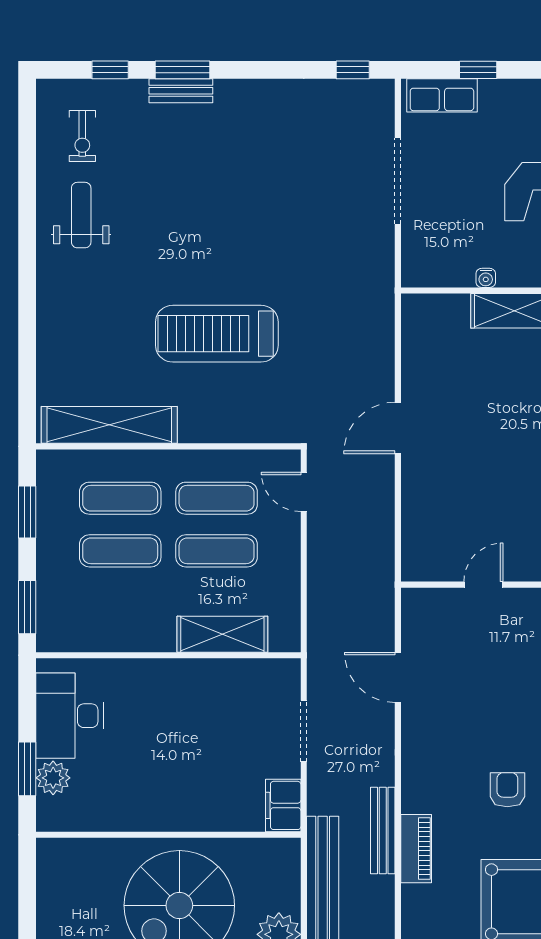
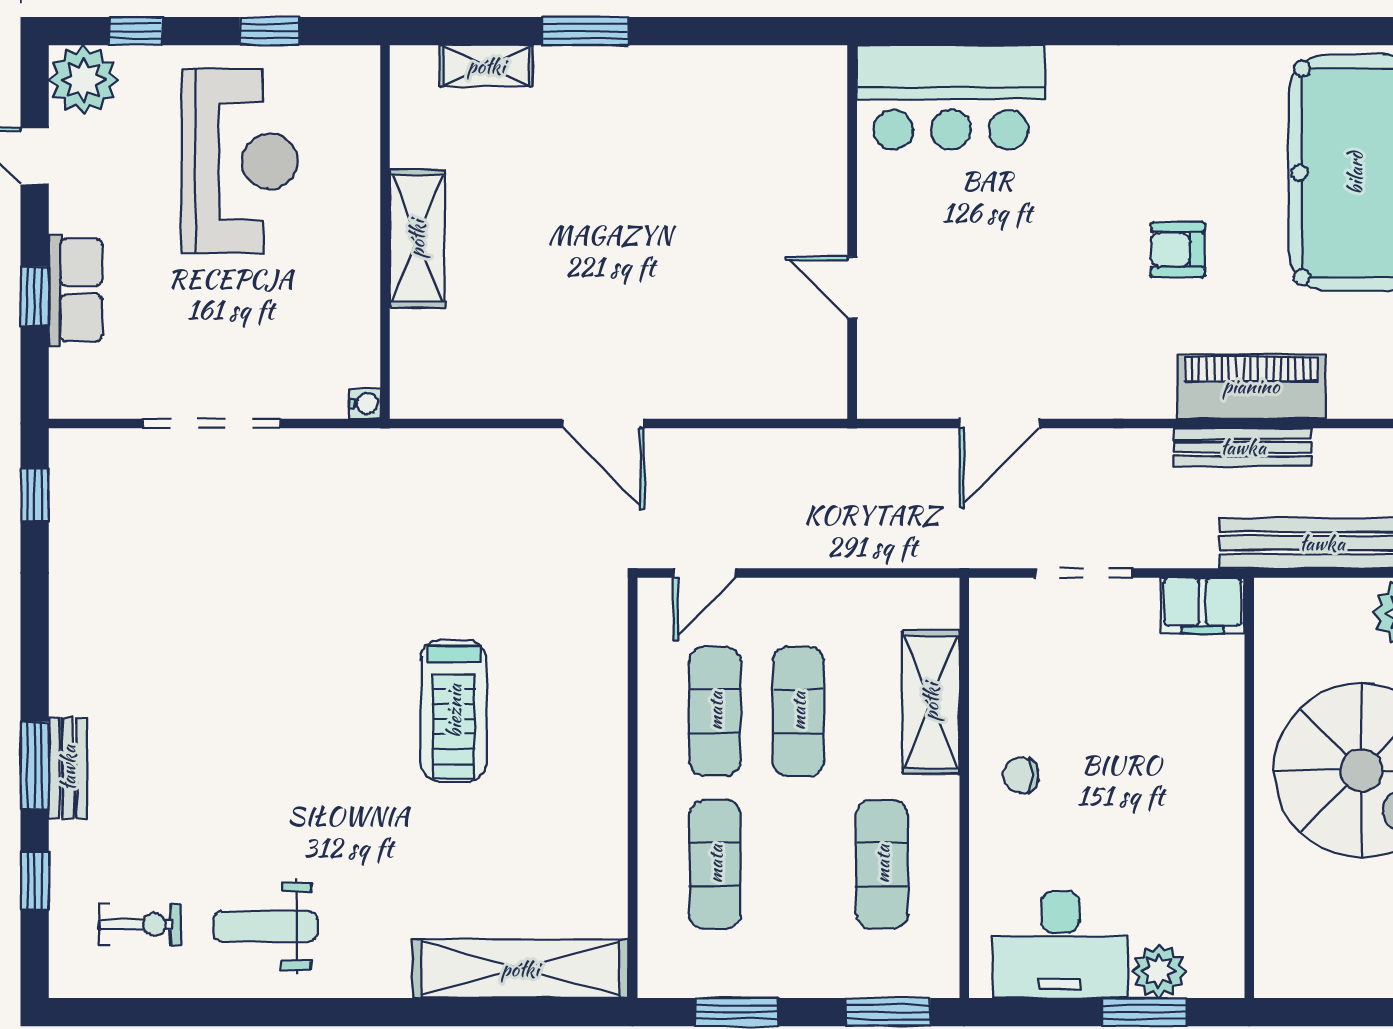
row of seats: (442, 95) -> (75, 290), moved
water cooler: (486, 278) -> (365, 403), moved
treadmill: (217, 334) -> (454, 711), width x0.73, depth x0.73
shelving: (109, 425) -> (520, 969), moved, turned 90
exercise mat: (120, 551) -> (882, 864), moved
chair: (176, 691) -> (1021, 775), added
piano: (416, 849) -> (1251, 386), width x1.37, depth x1.33

